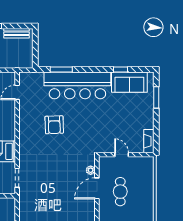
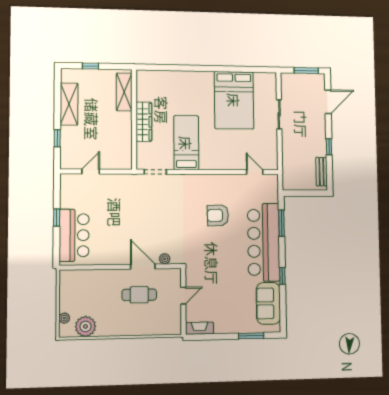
window: (121, 69) -> (282, 276), moved

